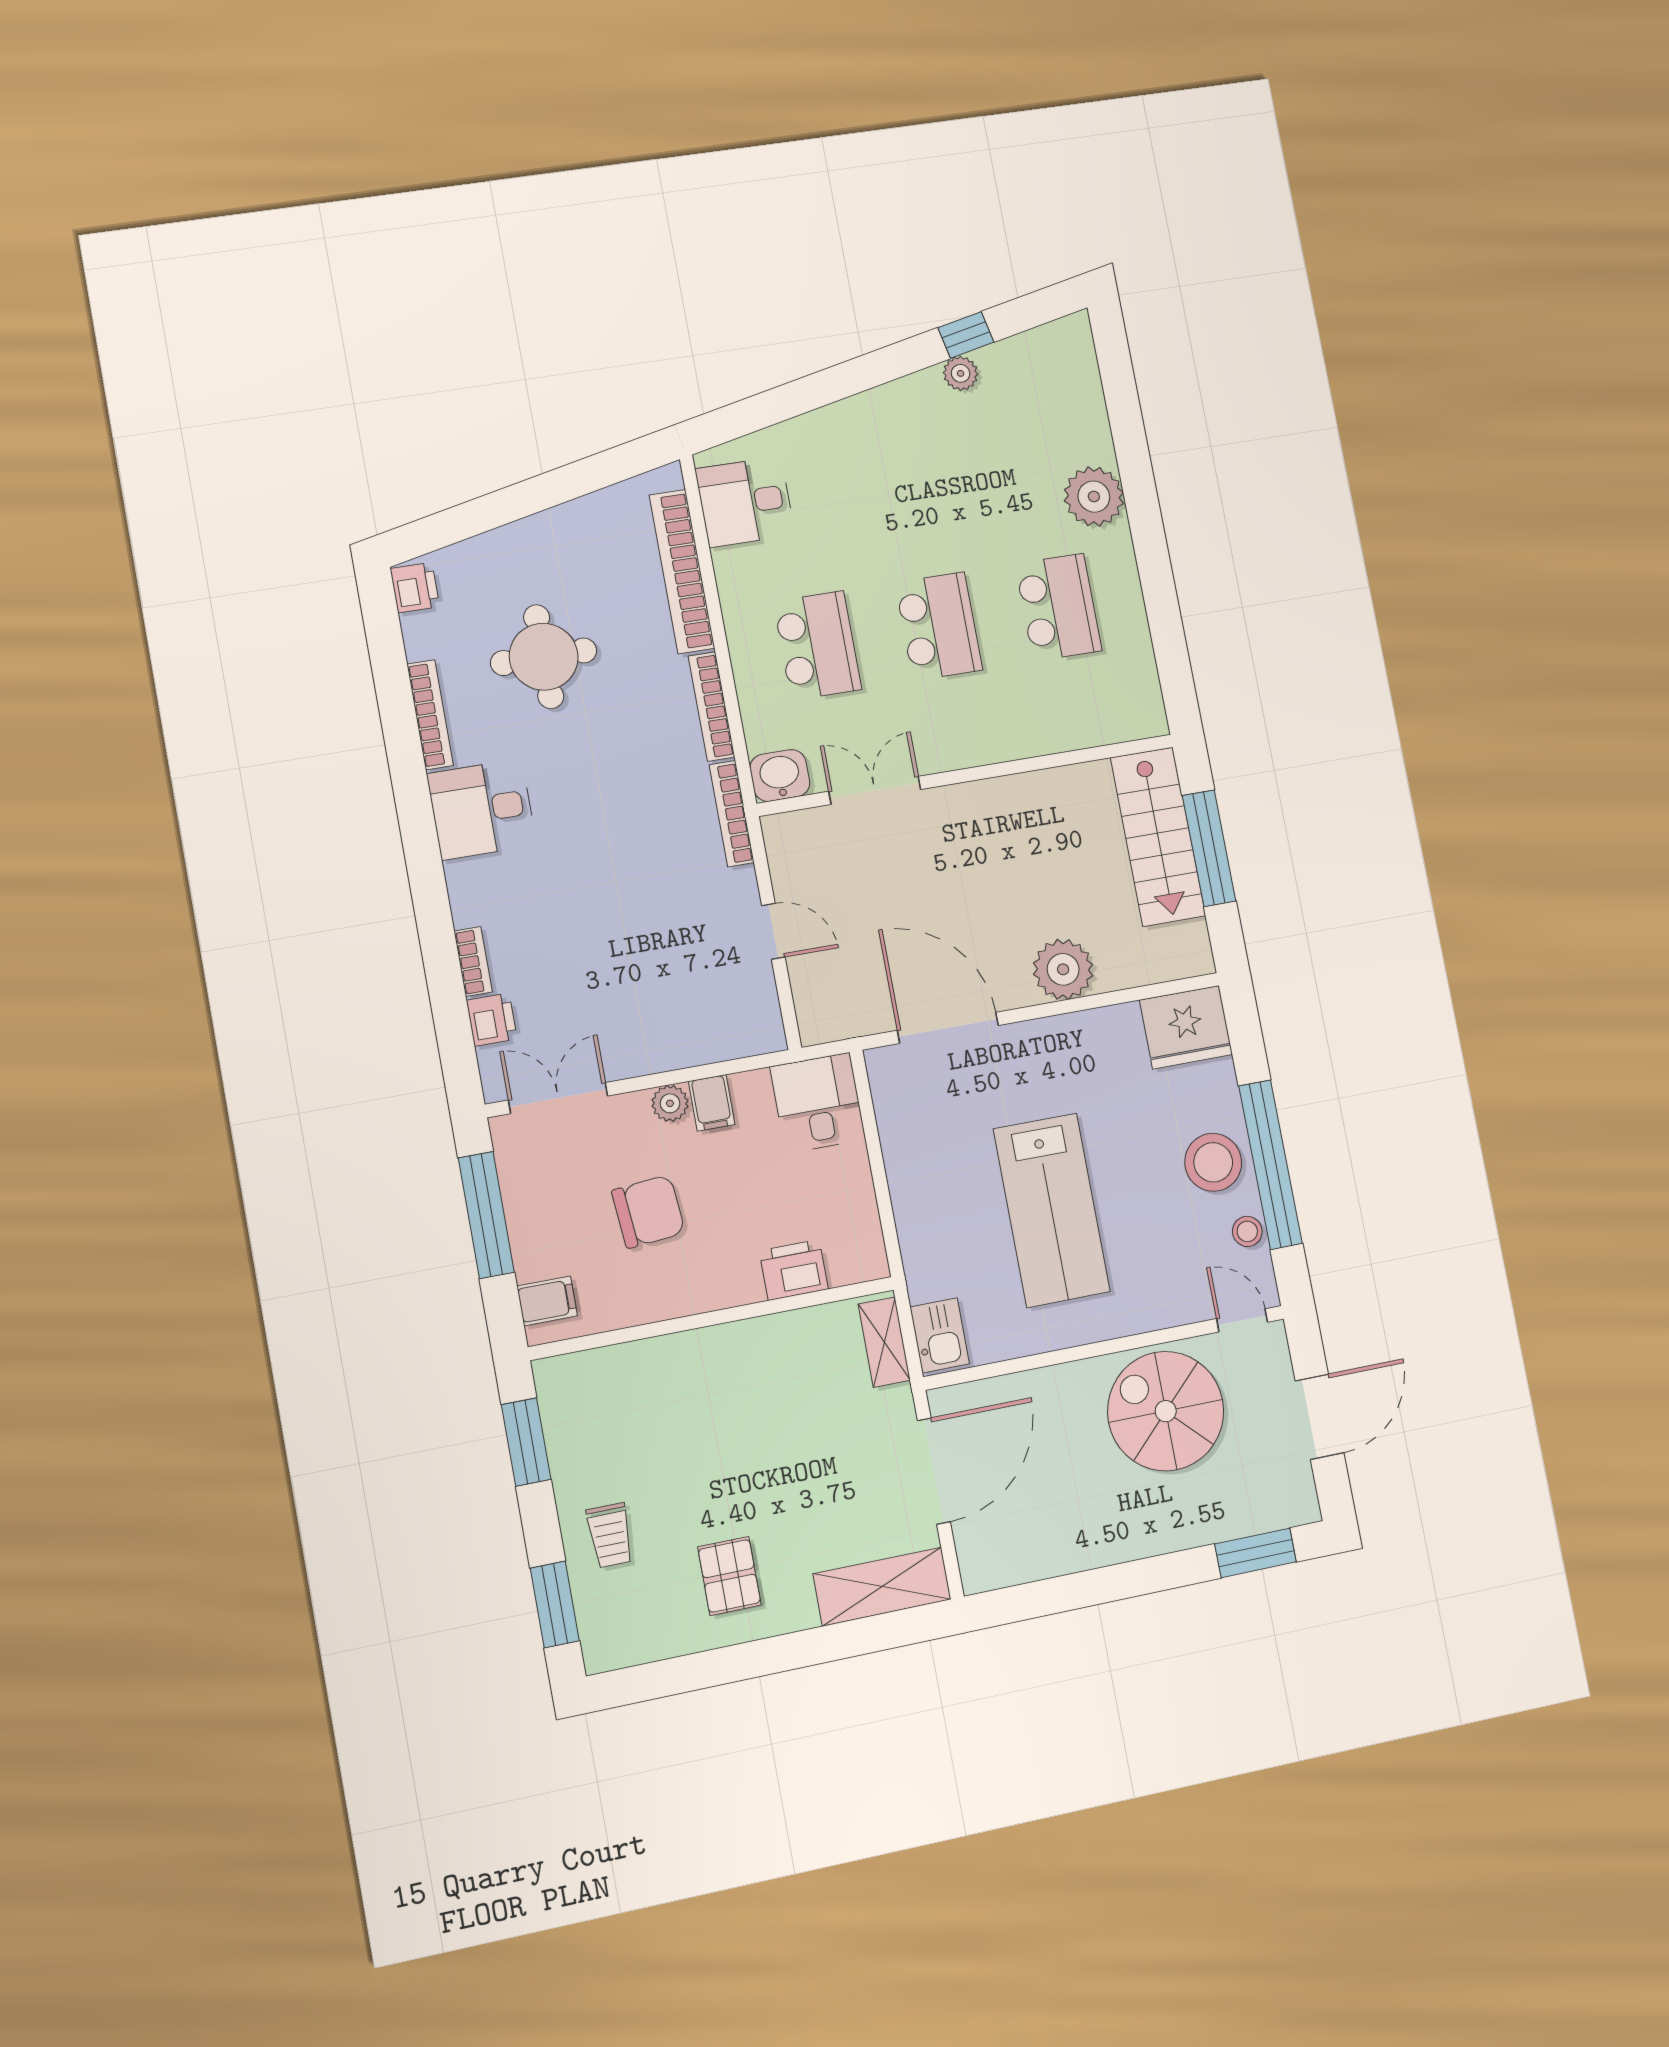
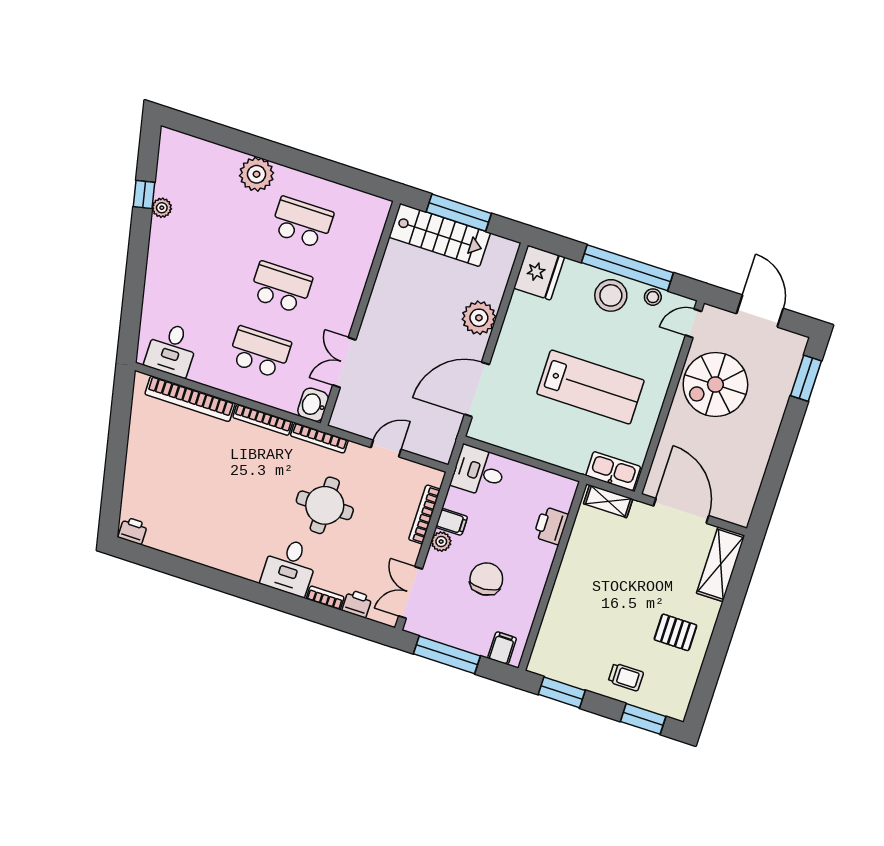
round table: (544, 657) -> (325, 505), moved
bookcase: (430, 715) -> (425, 514), moved, turned -90
desk: (482, 809) -> (290, 567), moved
kitchen sink: (940, 1335) -> (613, 471), width x1.38

